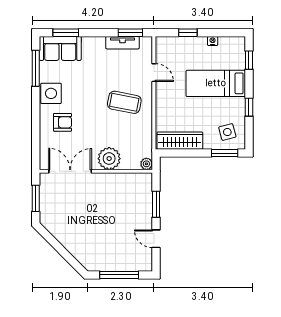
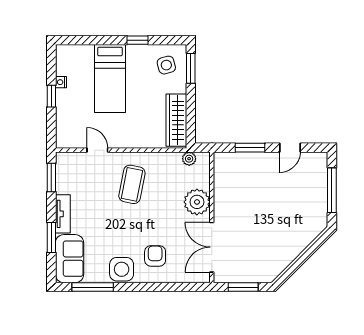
window: (66, 33) -> (51, 238), moved
window: (188, 33) -> (51, 96), moved
tv unit: (123, 43) -> (63, 214), moved
window: (249, 60) -> (83, 40), removed
door: (154, 73) -> (97, 150), hinge flipped
plant: (146, 164) -> (189, 159), moved

